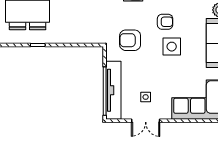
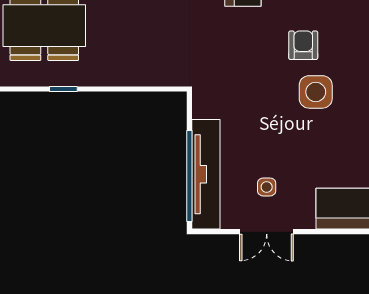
armchair: (165, 22) -> (303, 45), turned -90
armchair: (130, 40) -> (237, 80), removed

